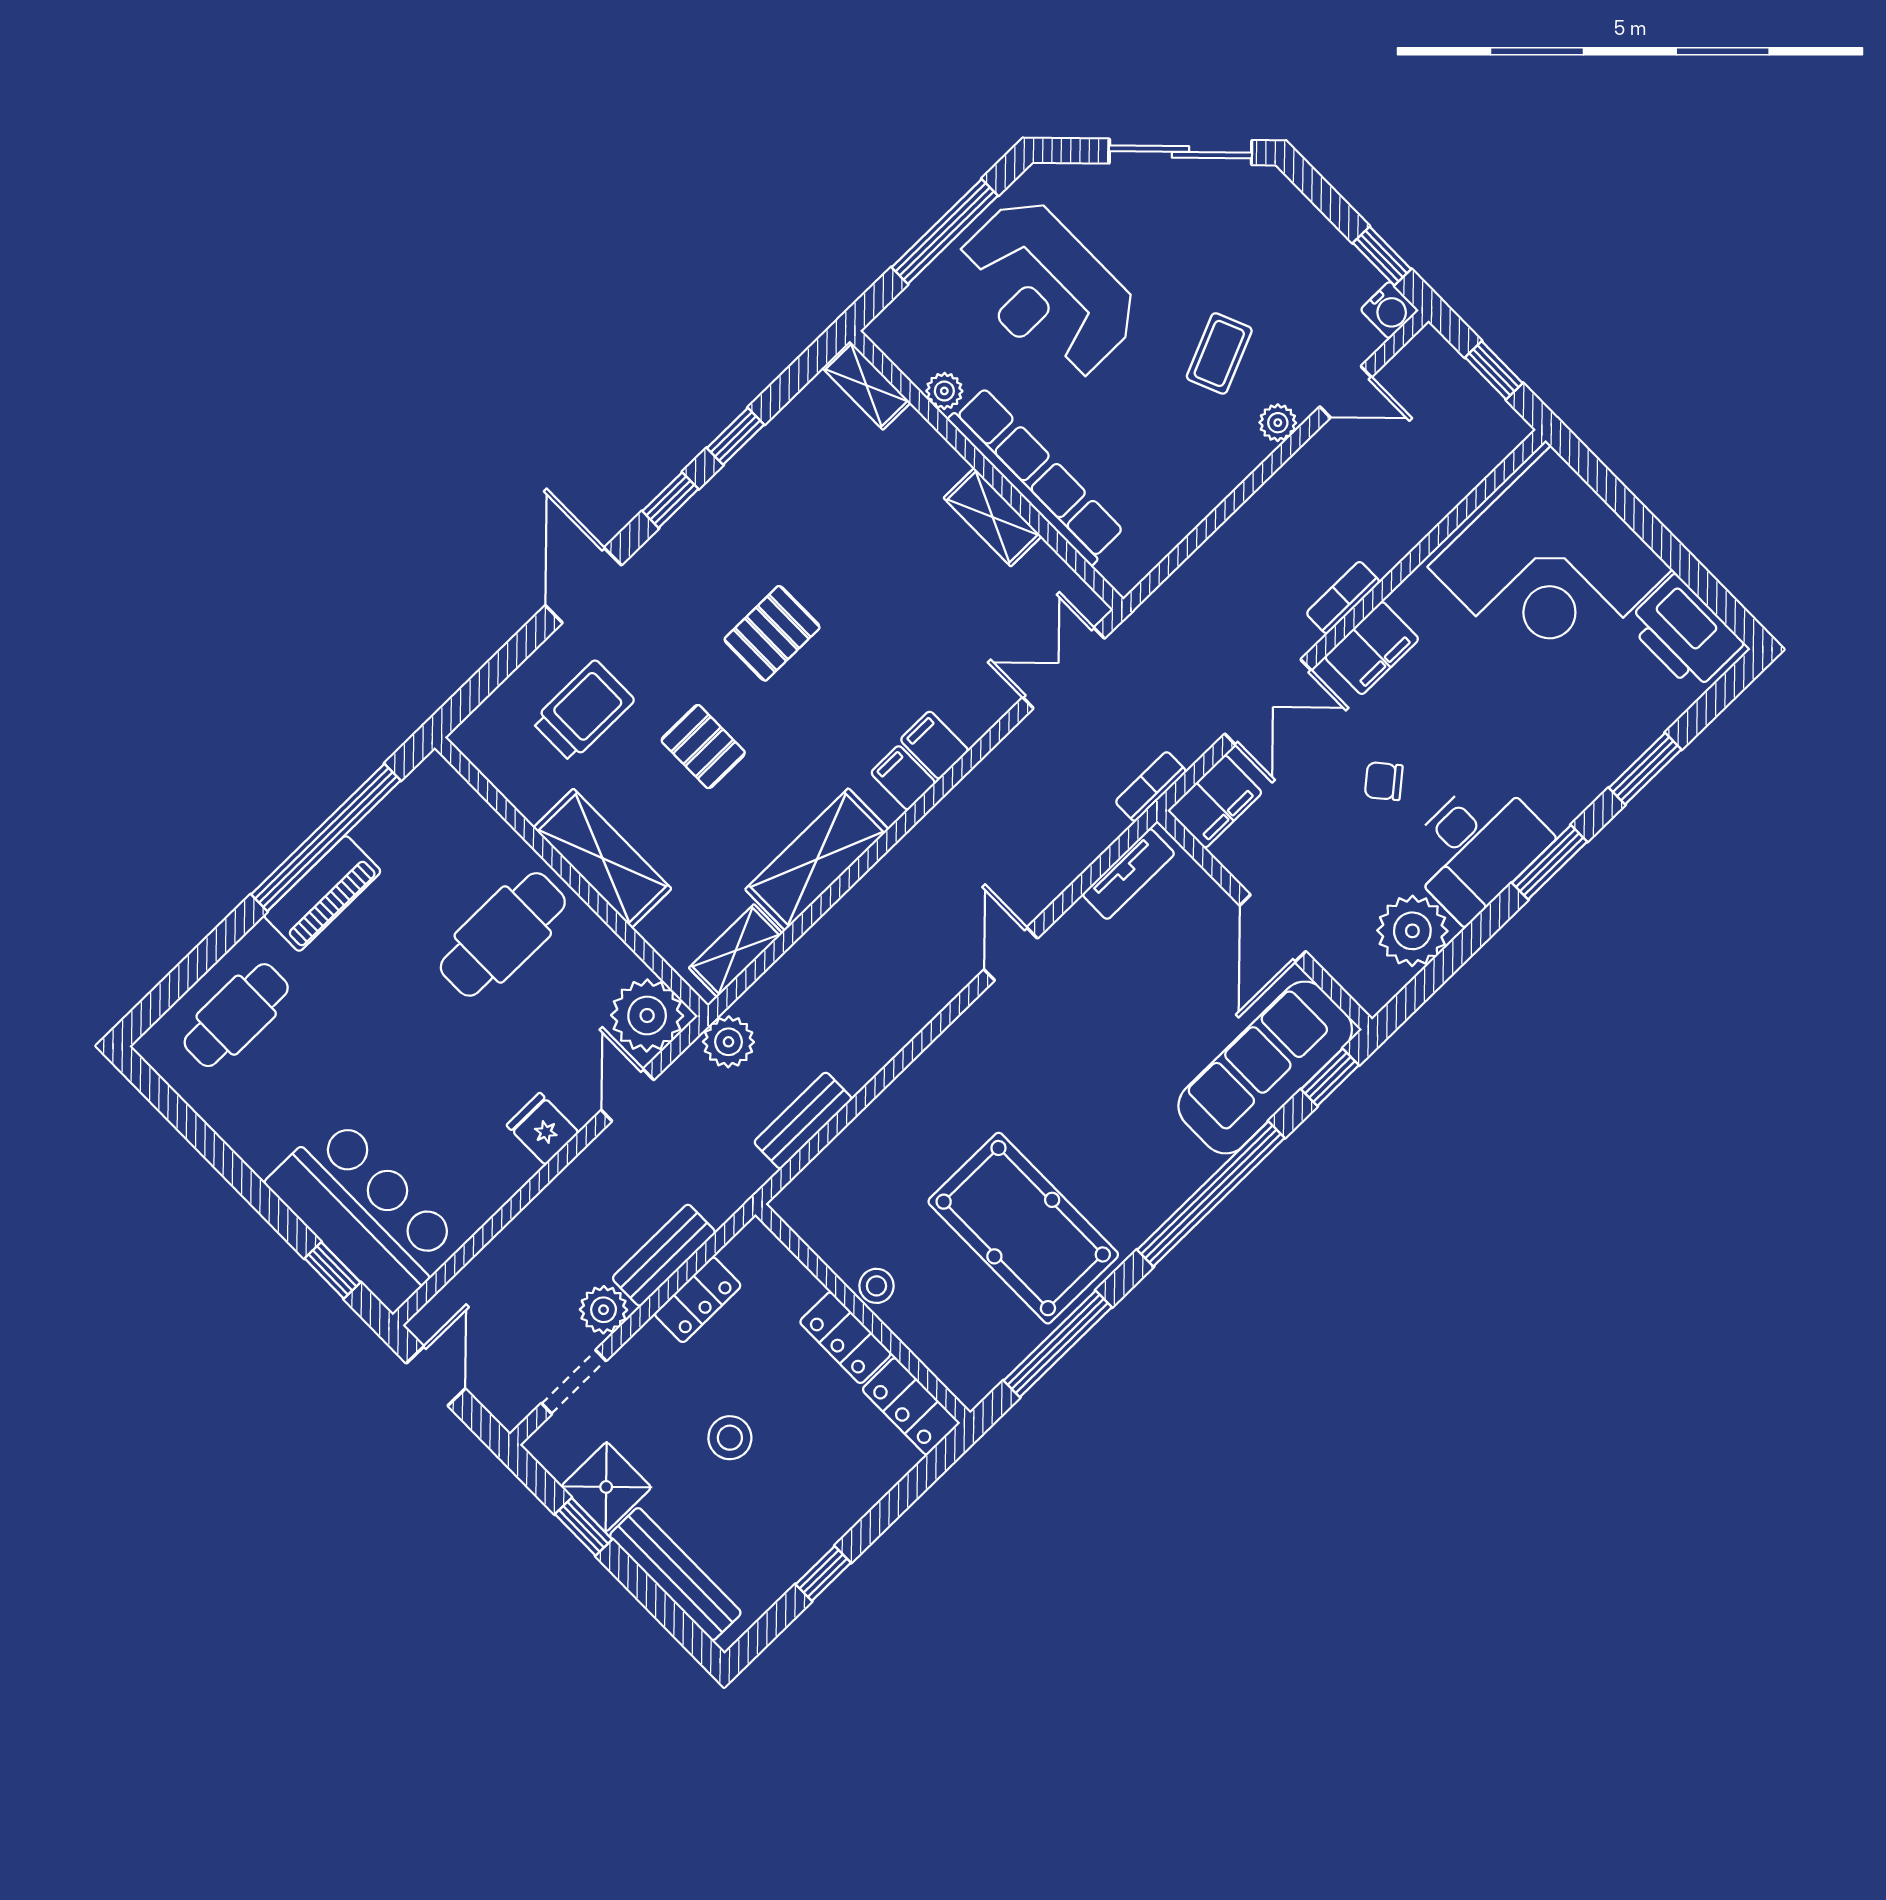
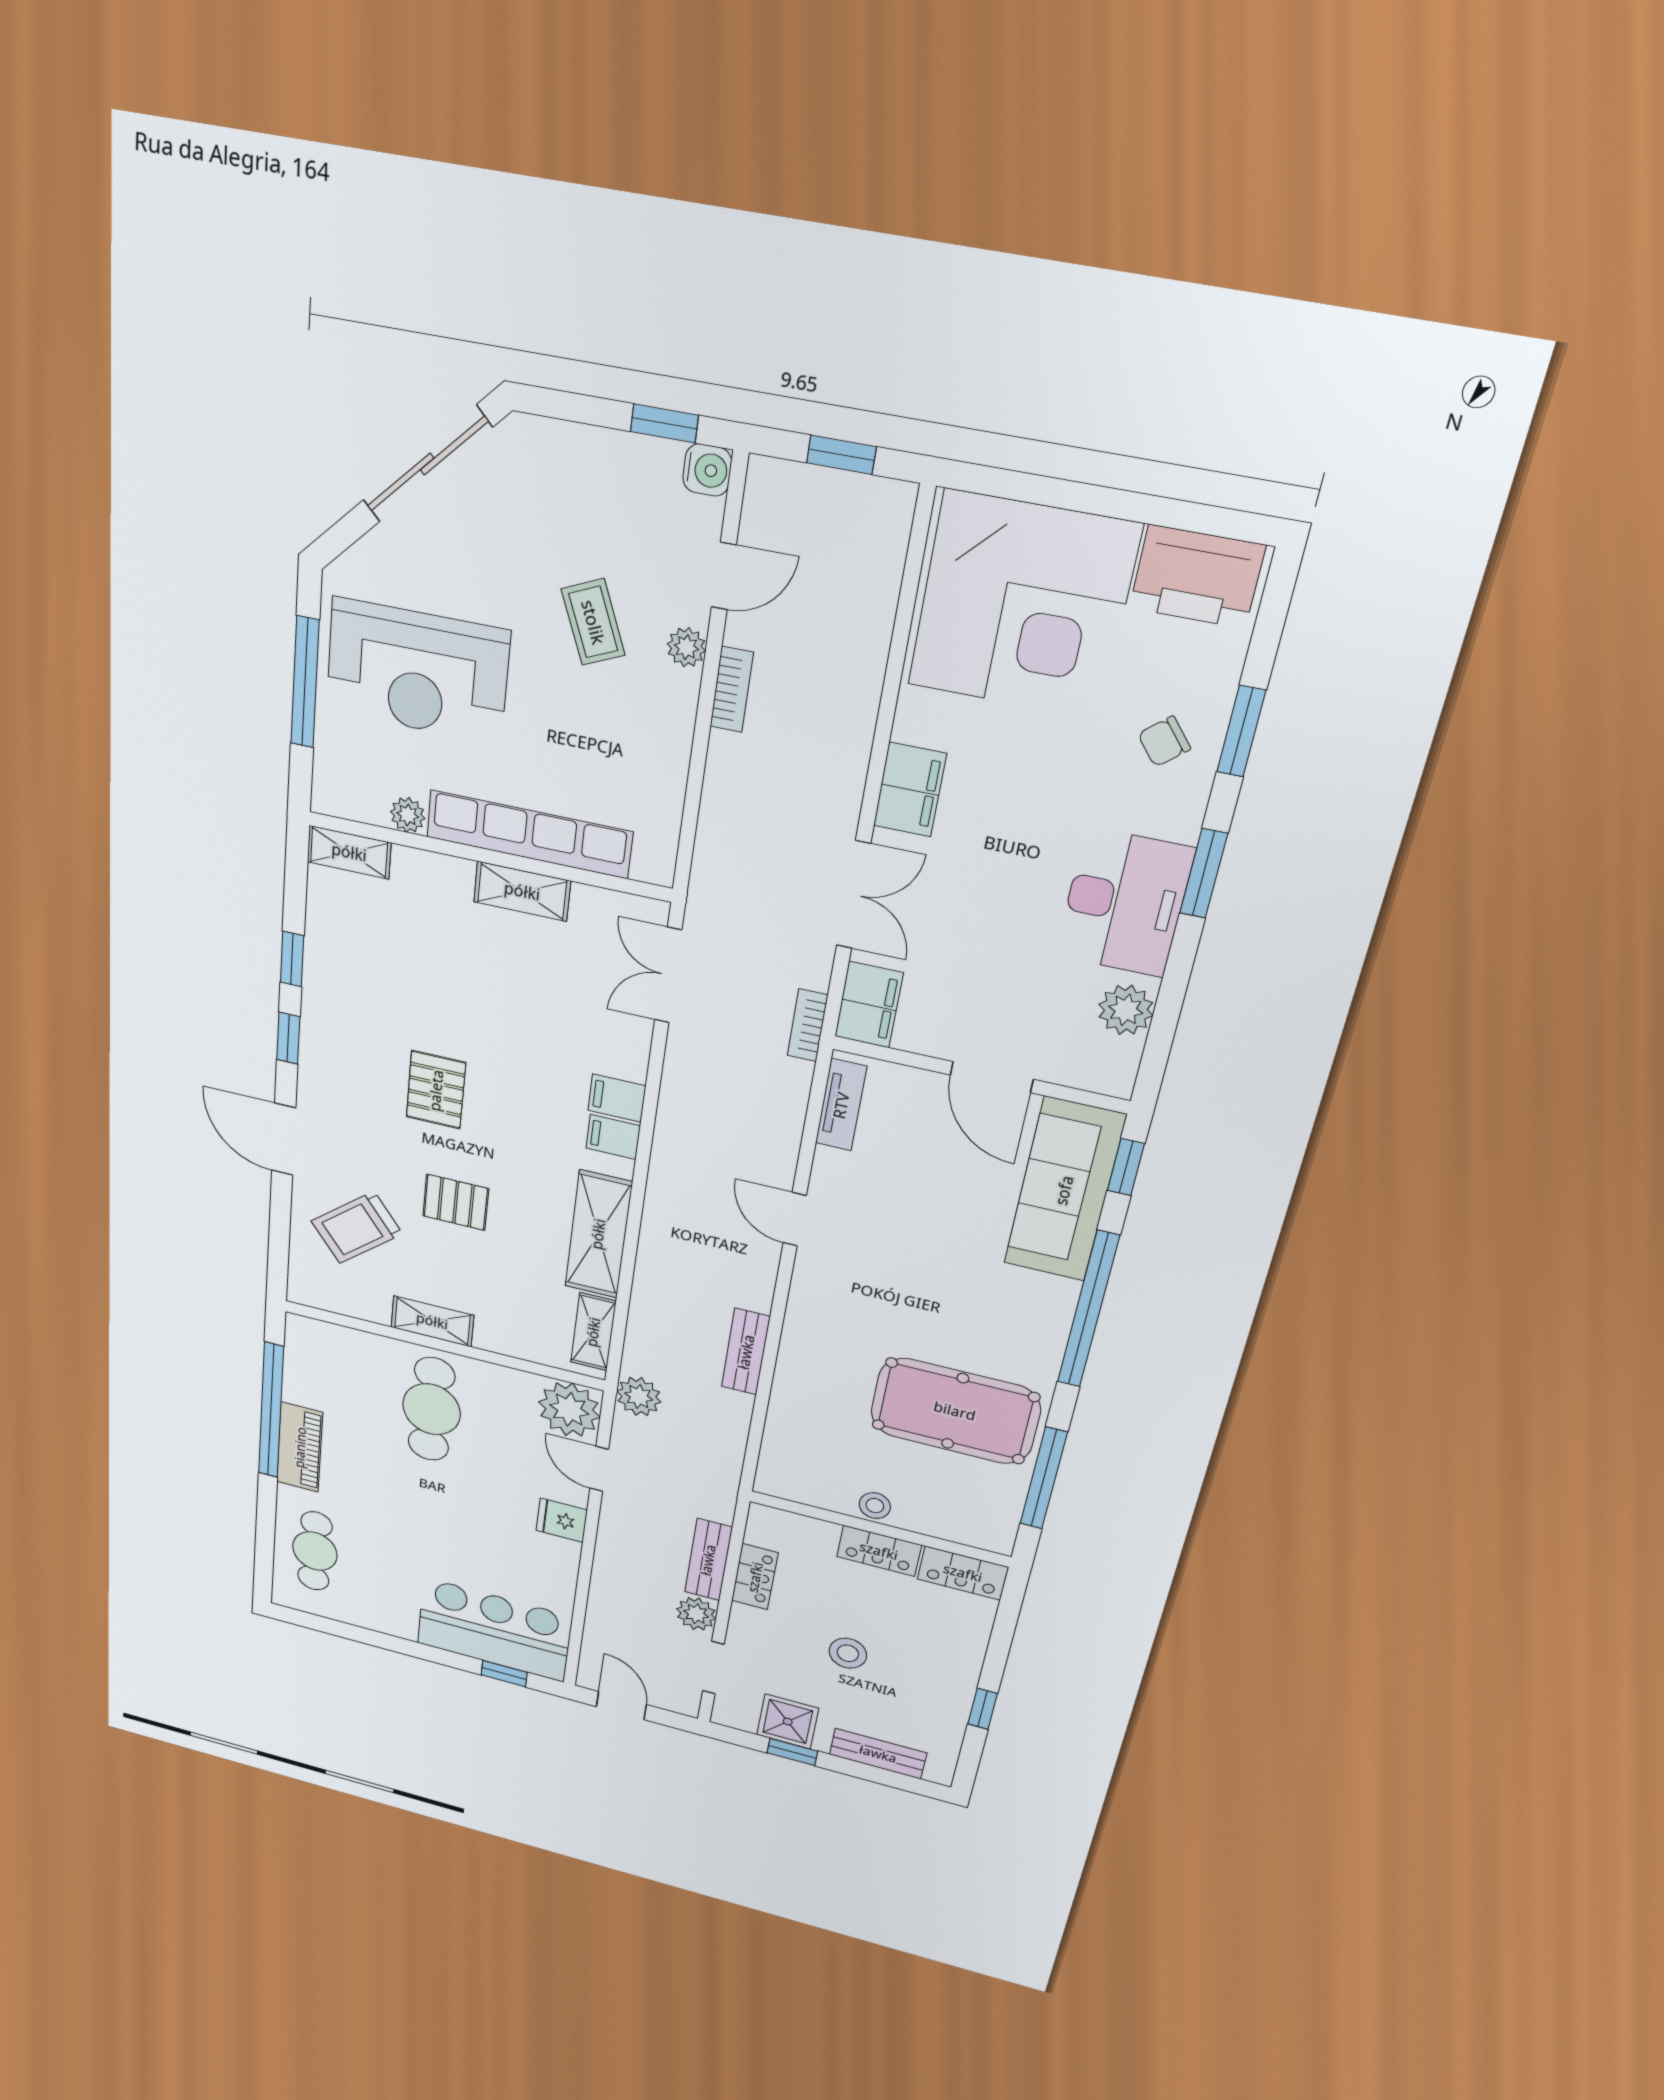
bookcase: (1343, 598) -> (732, 689), moved, turned 180
trolley: (583, 711) -> (357, 1228), turned -129
chair: (1384, 781) -> (1164, 741), moved
shelving: (602, 858) -> (432, 1321), width x0.67, depth x0.75
plant: (1412, 931) -> (1126, 1010), width x0.73, depth x0.73
bench: (803, 1120) -> (746, 1352), moved
bench: (675, 1574) -> (878, 1754), width x0.73

